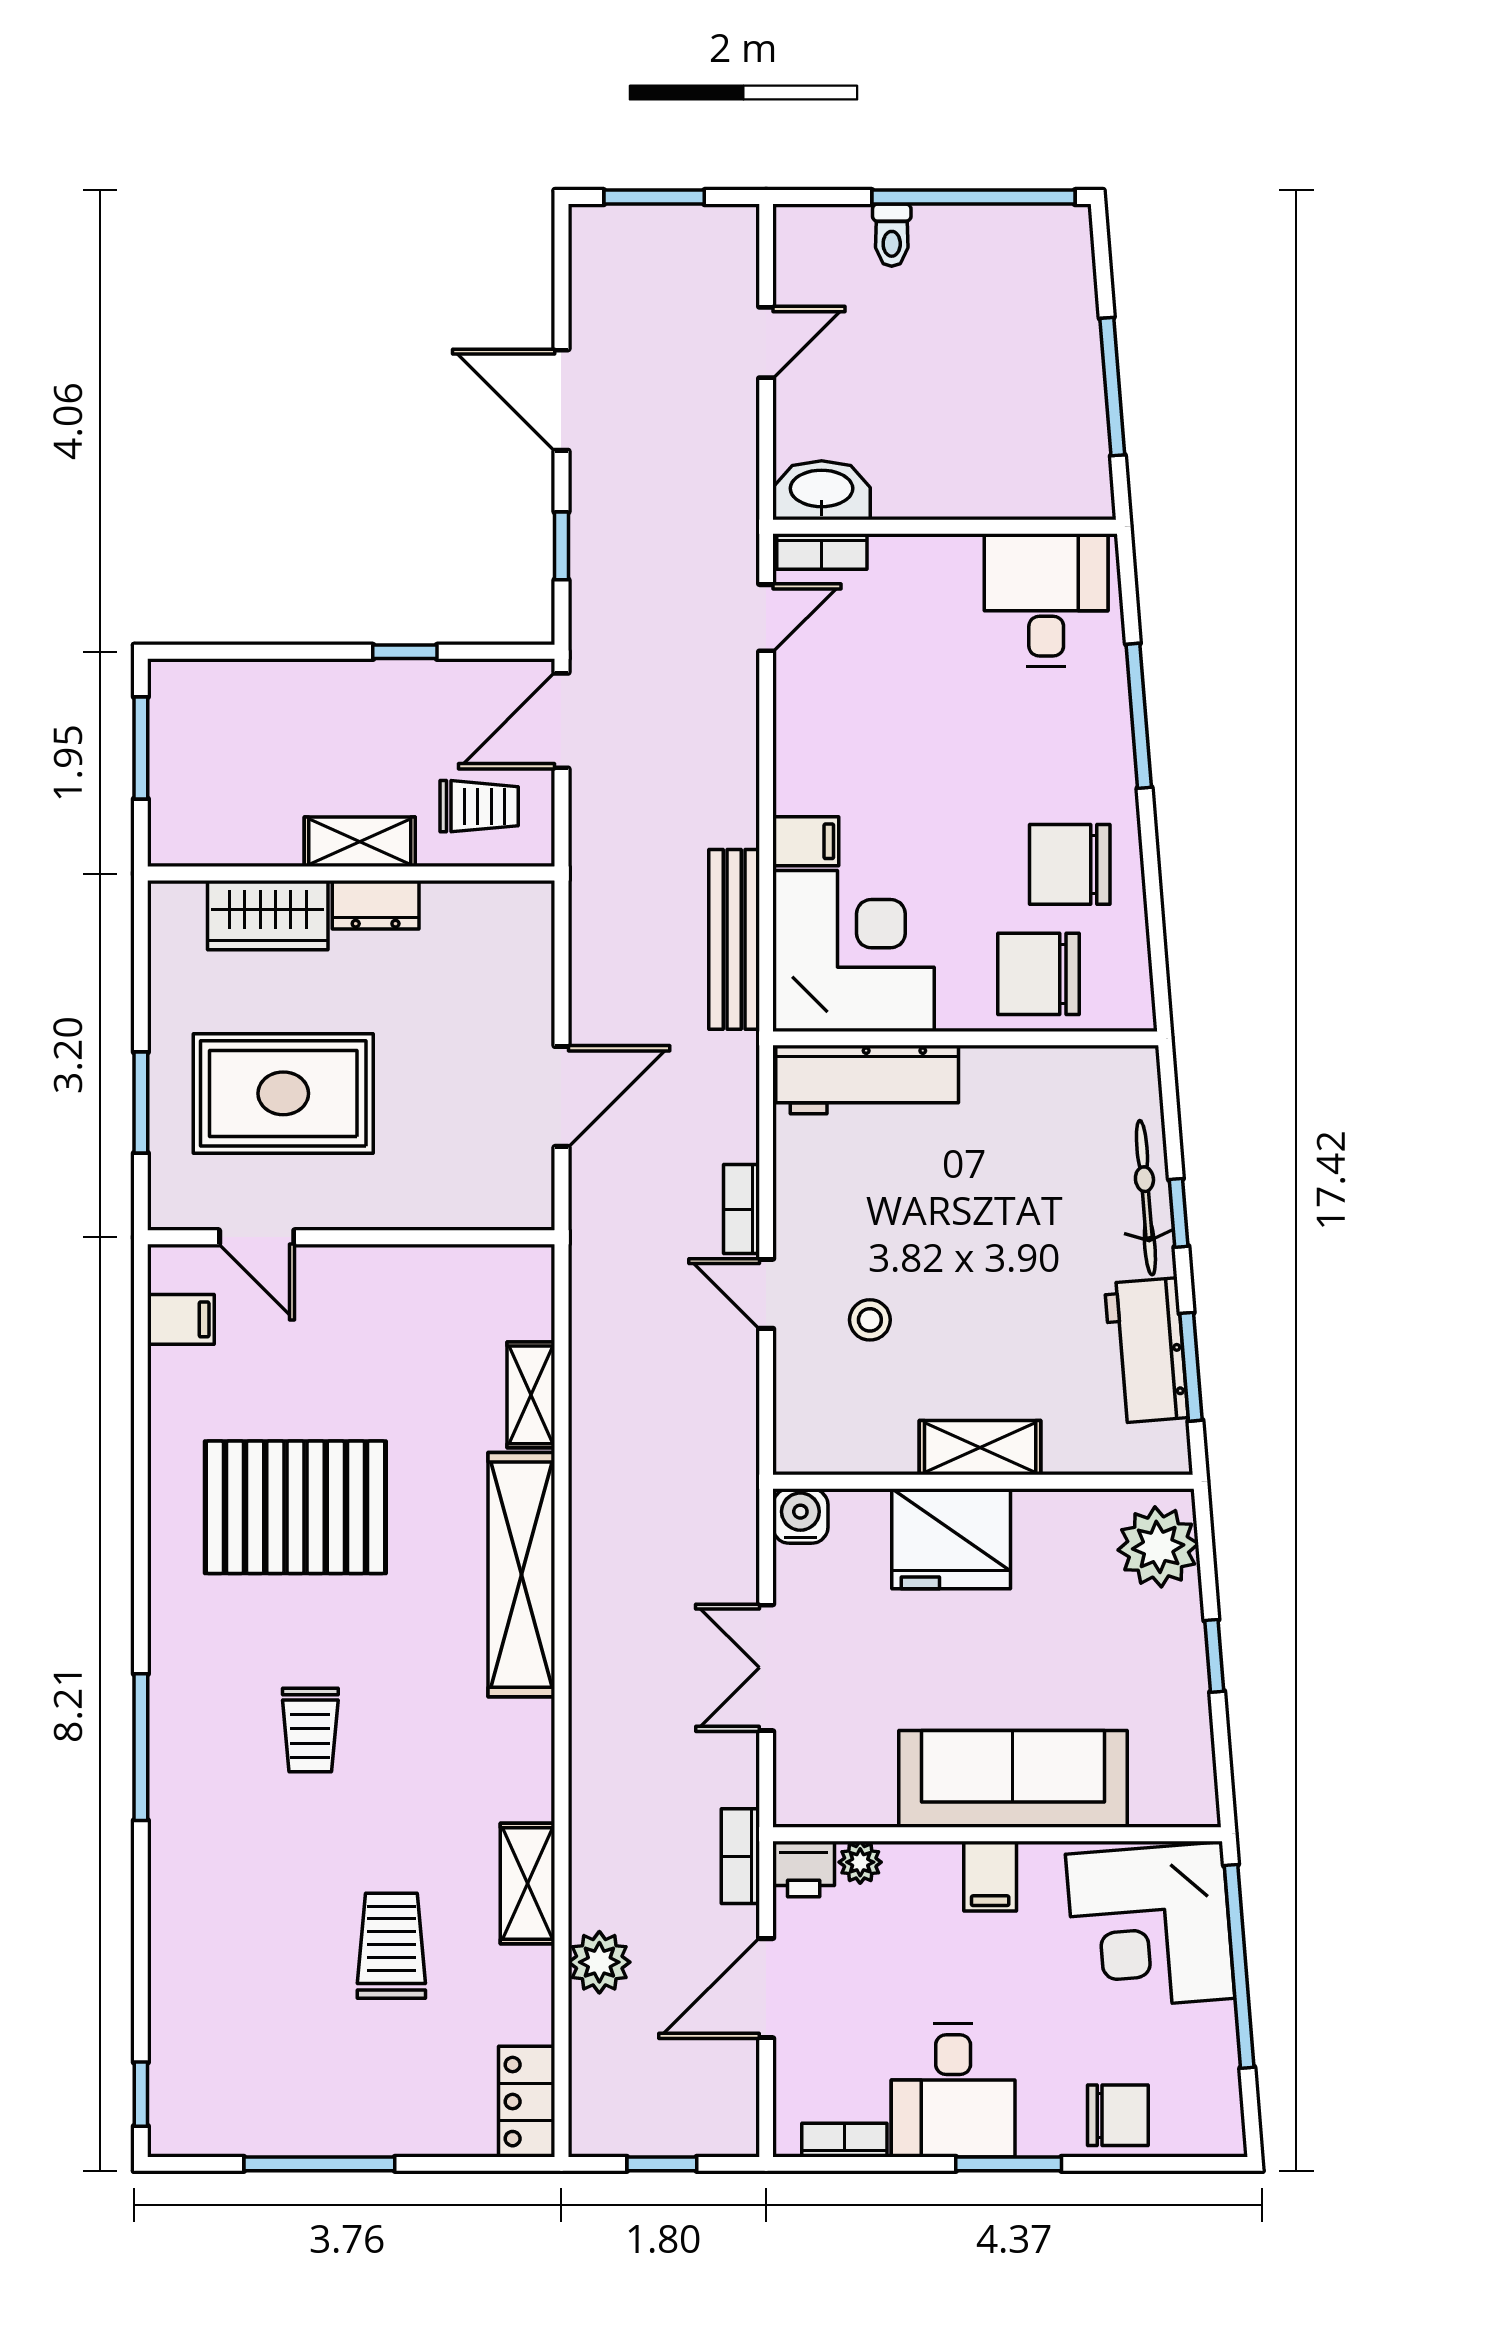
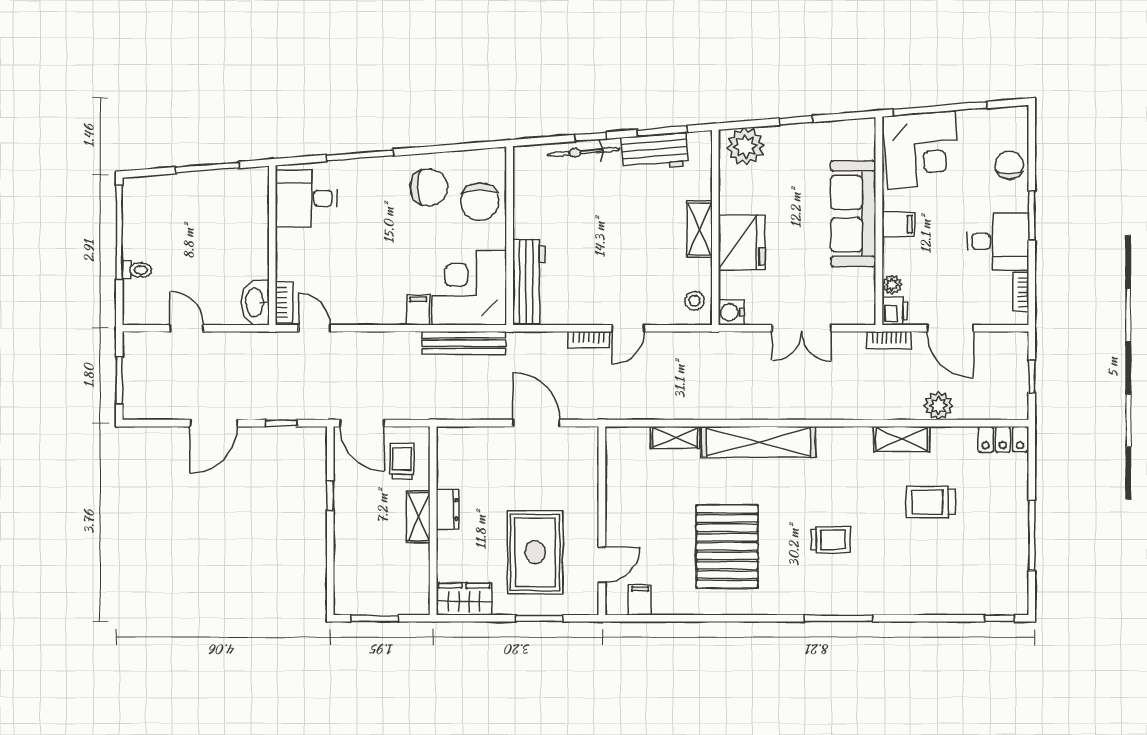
chair: (1070, 864) -> (429, 187), turned -90
wardrobe: (268, 915) -> (464, 599), moved, turned -90
stool: (870, 1320) -> (695, 301), moved

